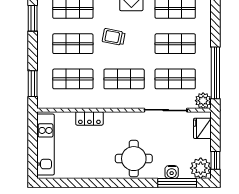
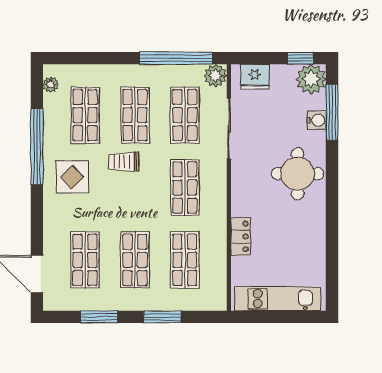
trolley: (114, 37) -> (124, 162), moved, turned 79
window: (33, 84) -> (162, 317), moved

